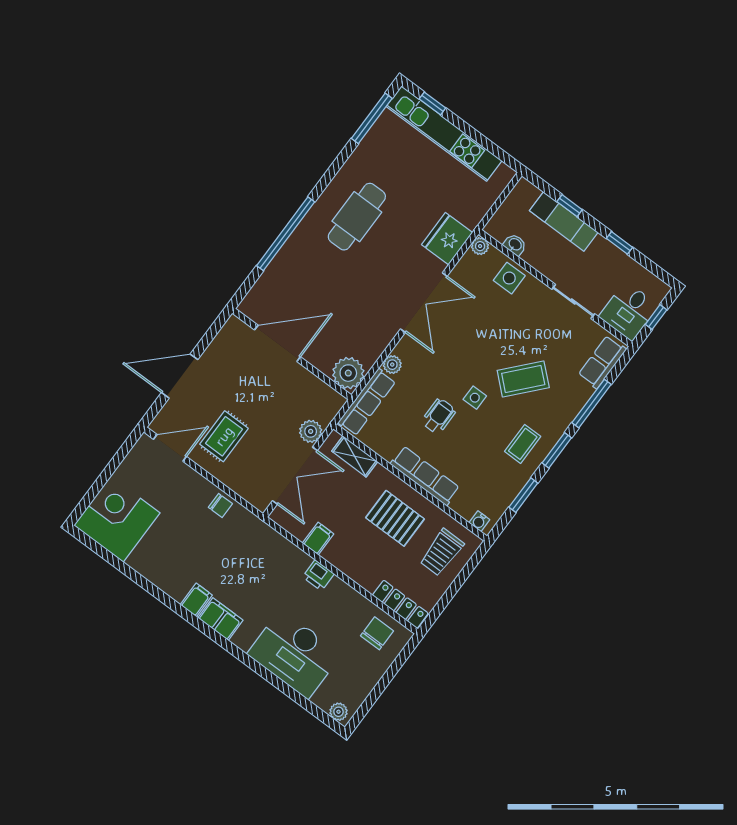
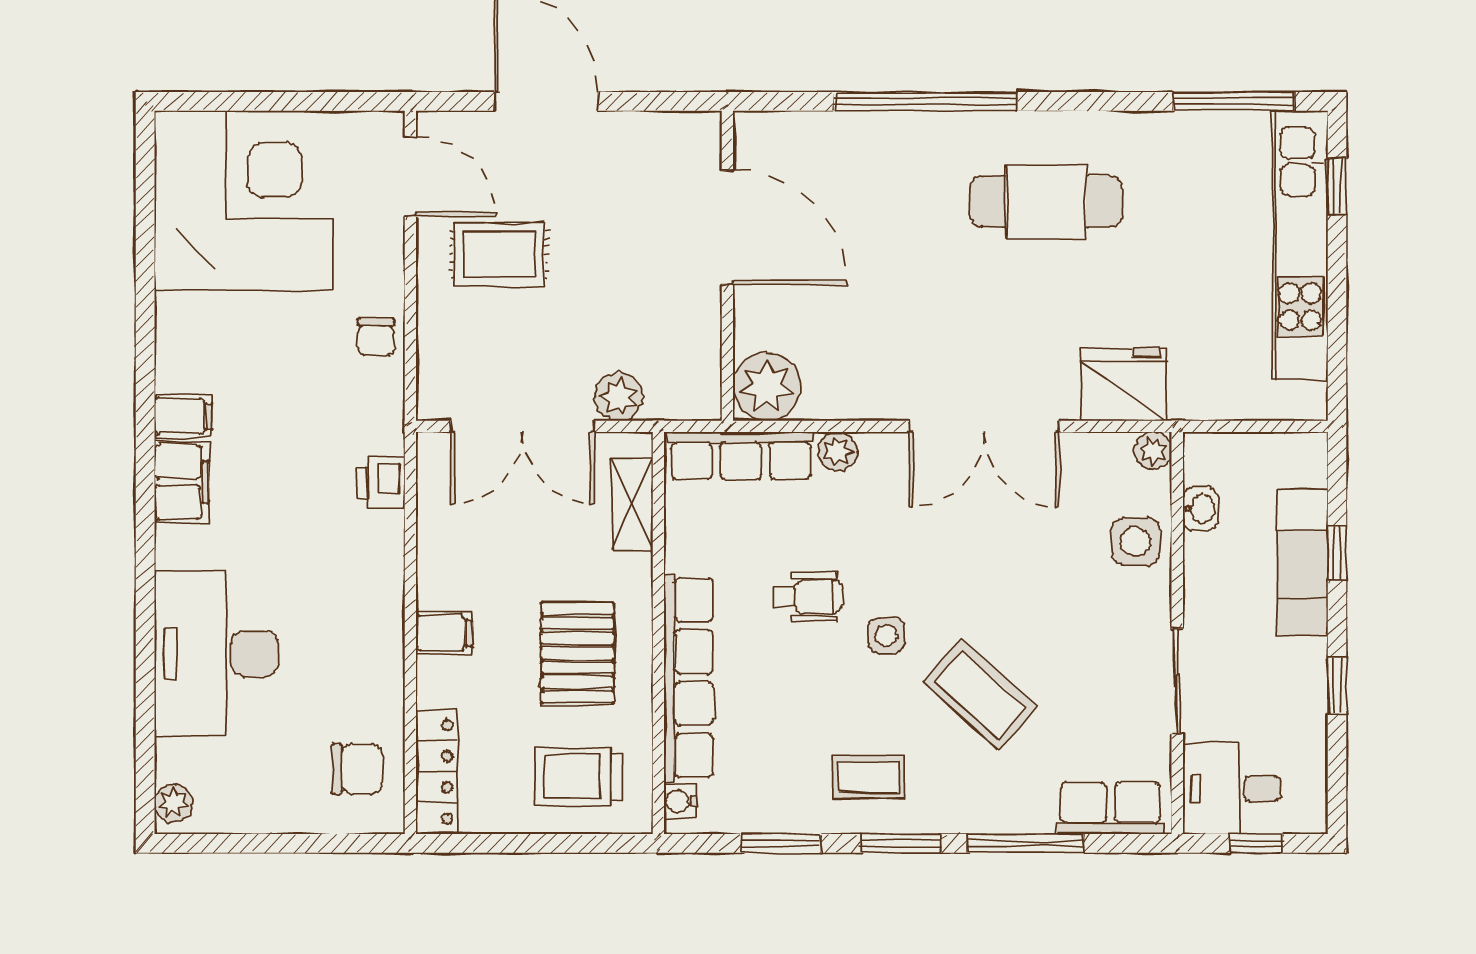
row of seats: (425, 476) -> (689, 678), width x1.36
corner desk: (117, 519) -> (244, 201), width x1.36, depth x1.36
filing cabinet: (318, 539) -> (444, 633), moved
printer: (318, 575) -> (382, 483), moved

